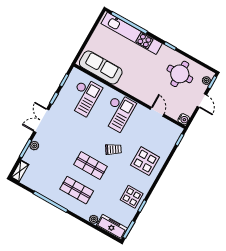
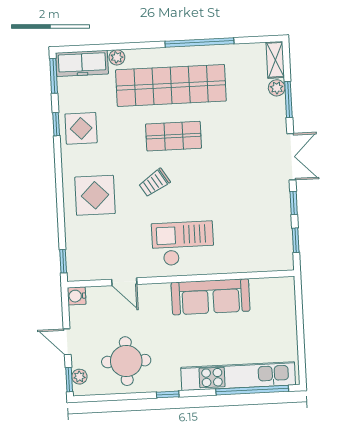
sofa: (101, 68) -> (211, 297), moved
checkout: (84, 97) -> (249, 235), removed
checkout: (118, 112) -> (183, 244), turned 90
plant: (34, 146) -> (277, 88), moved
shop shelf: (77, 190) -> (171, 85), width x2.00, depth x1.36

